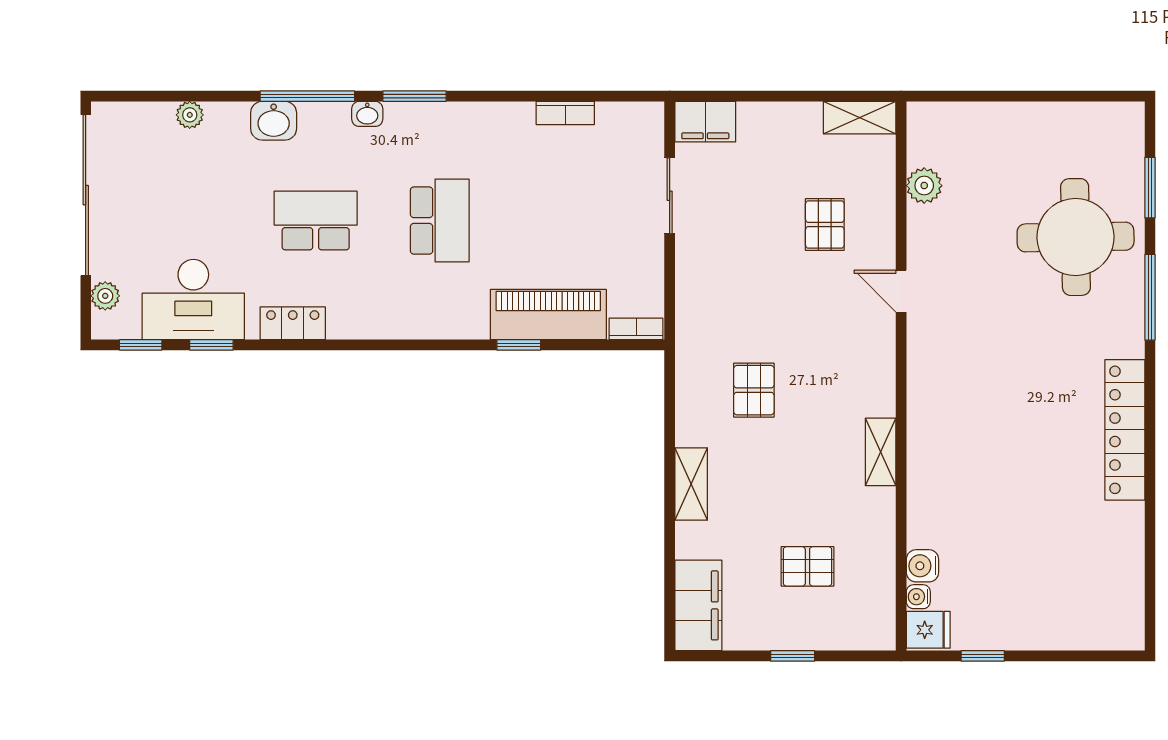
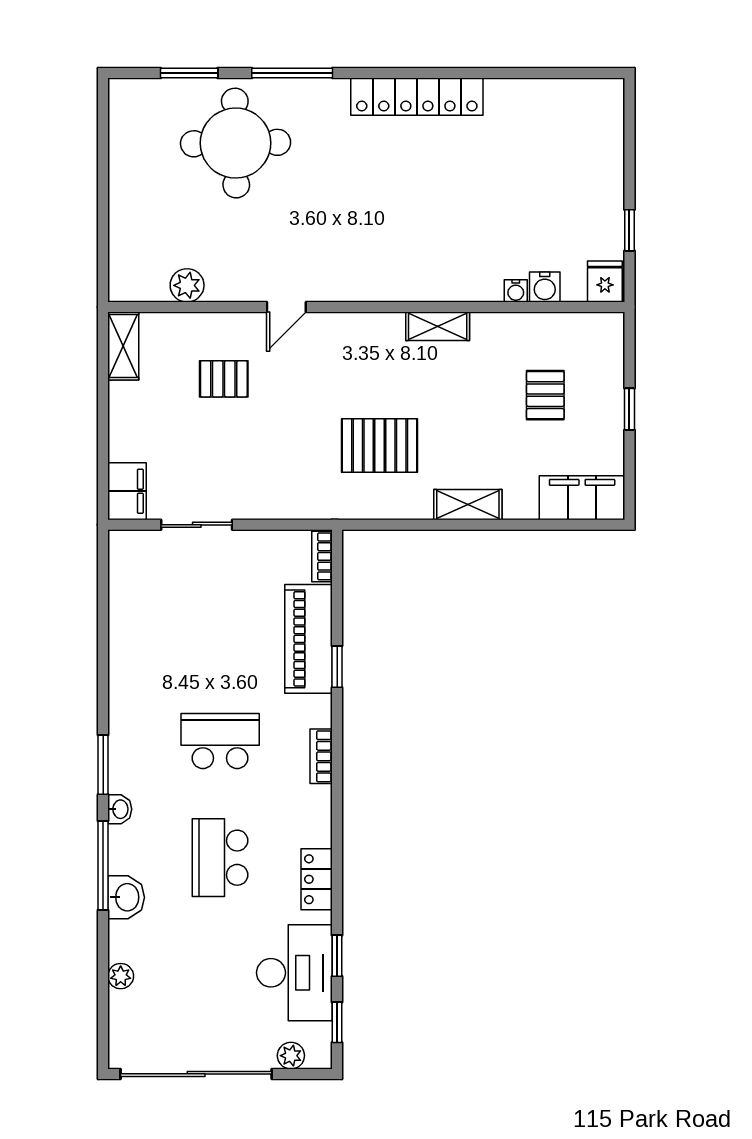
bookcase: (565, 113) -> (321, 756), moved, turned 180
pallet: (754, 390) -> (380, 446), width x1.50, depth x1.42
water cooler: (918, 597) -> (516, 291), moved

